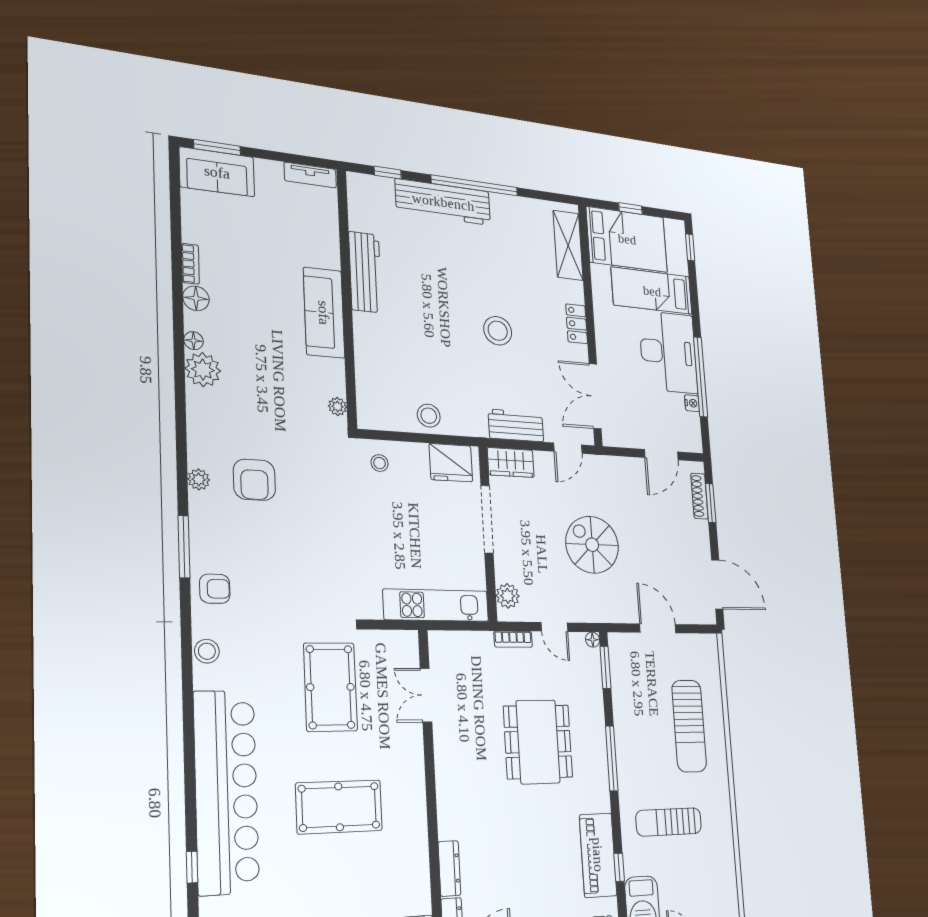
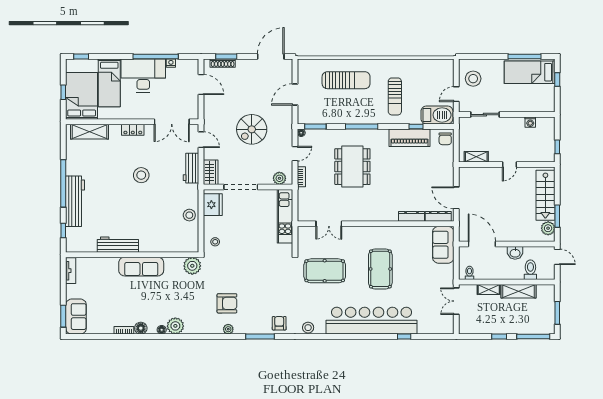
plant: (338, 406) -> (192, 266), width x1.88, depth x1.88
dining table: (538, 742) -> (352, 167), turned 90

